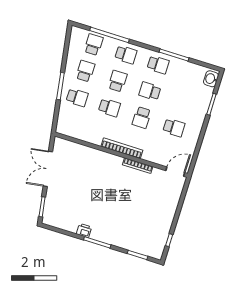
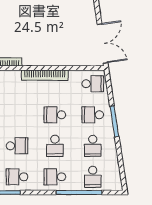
school desk: (142, 118) -> (93, 84), moved, turned 90
bookcase: (122, 148) -> (45, 75), moved
double door: (48, 169) -> (103, 43), moved

